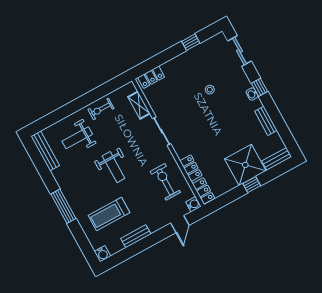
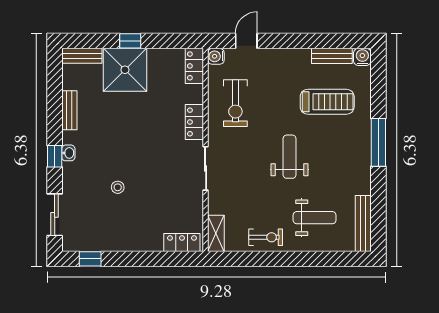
window: (191, 42) -> (90, 259), moved
shelving: (139, 105) -> (216, 233), moved
locker: (191, 168) -> (194, 122), moved
bench: (136, 236) -> (332, 56), moved

